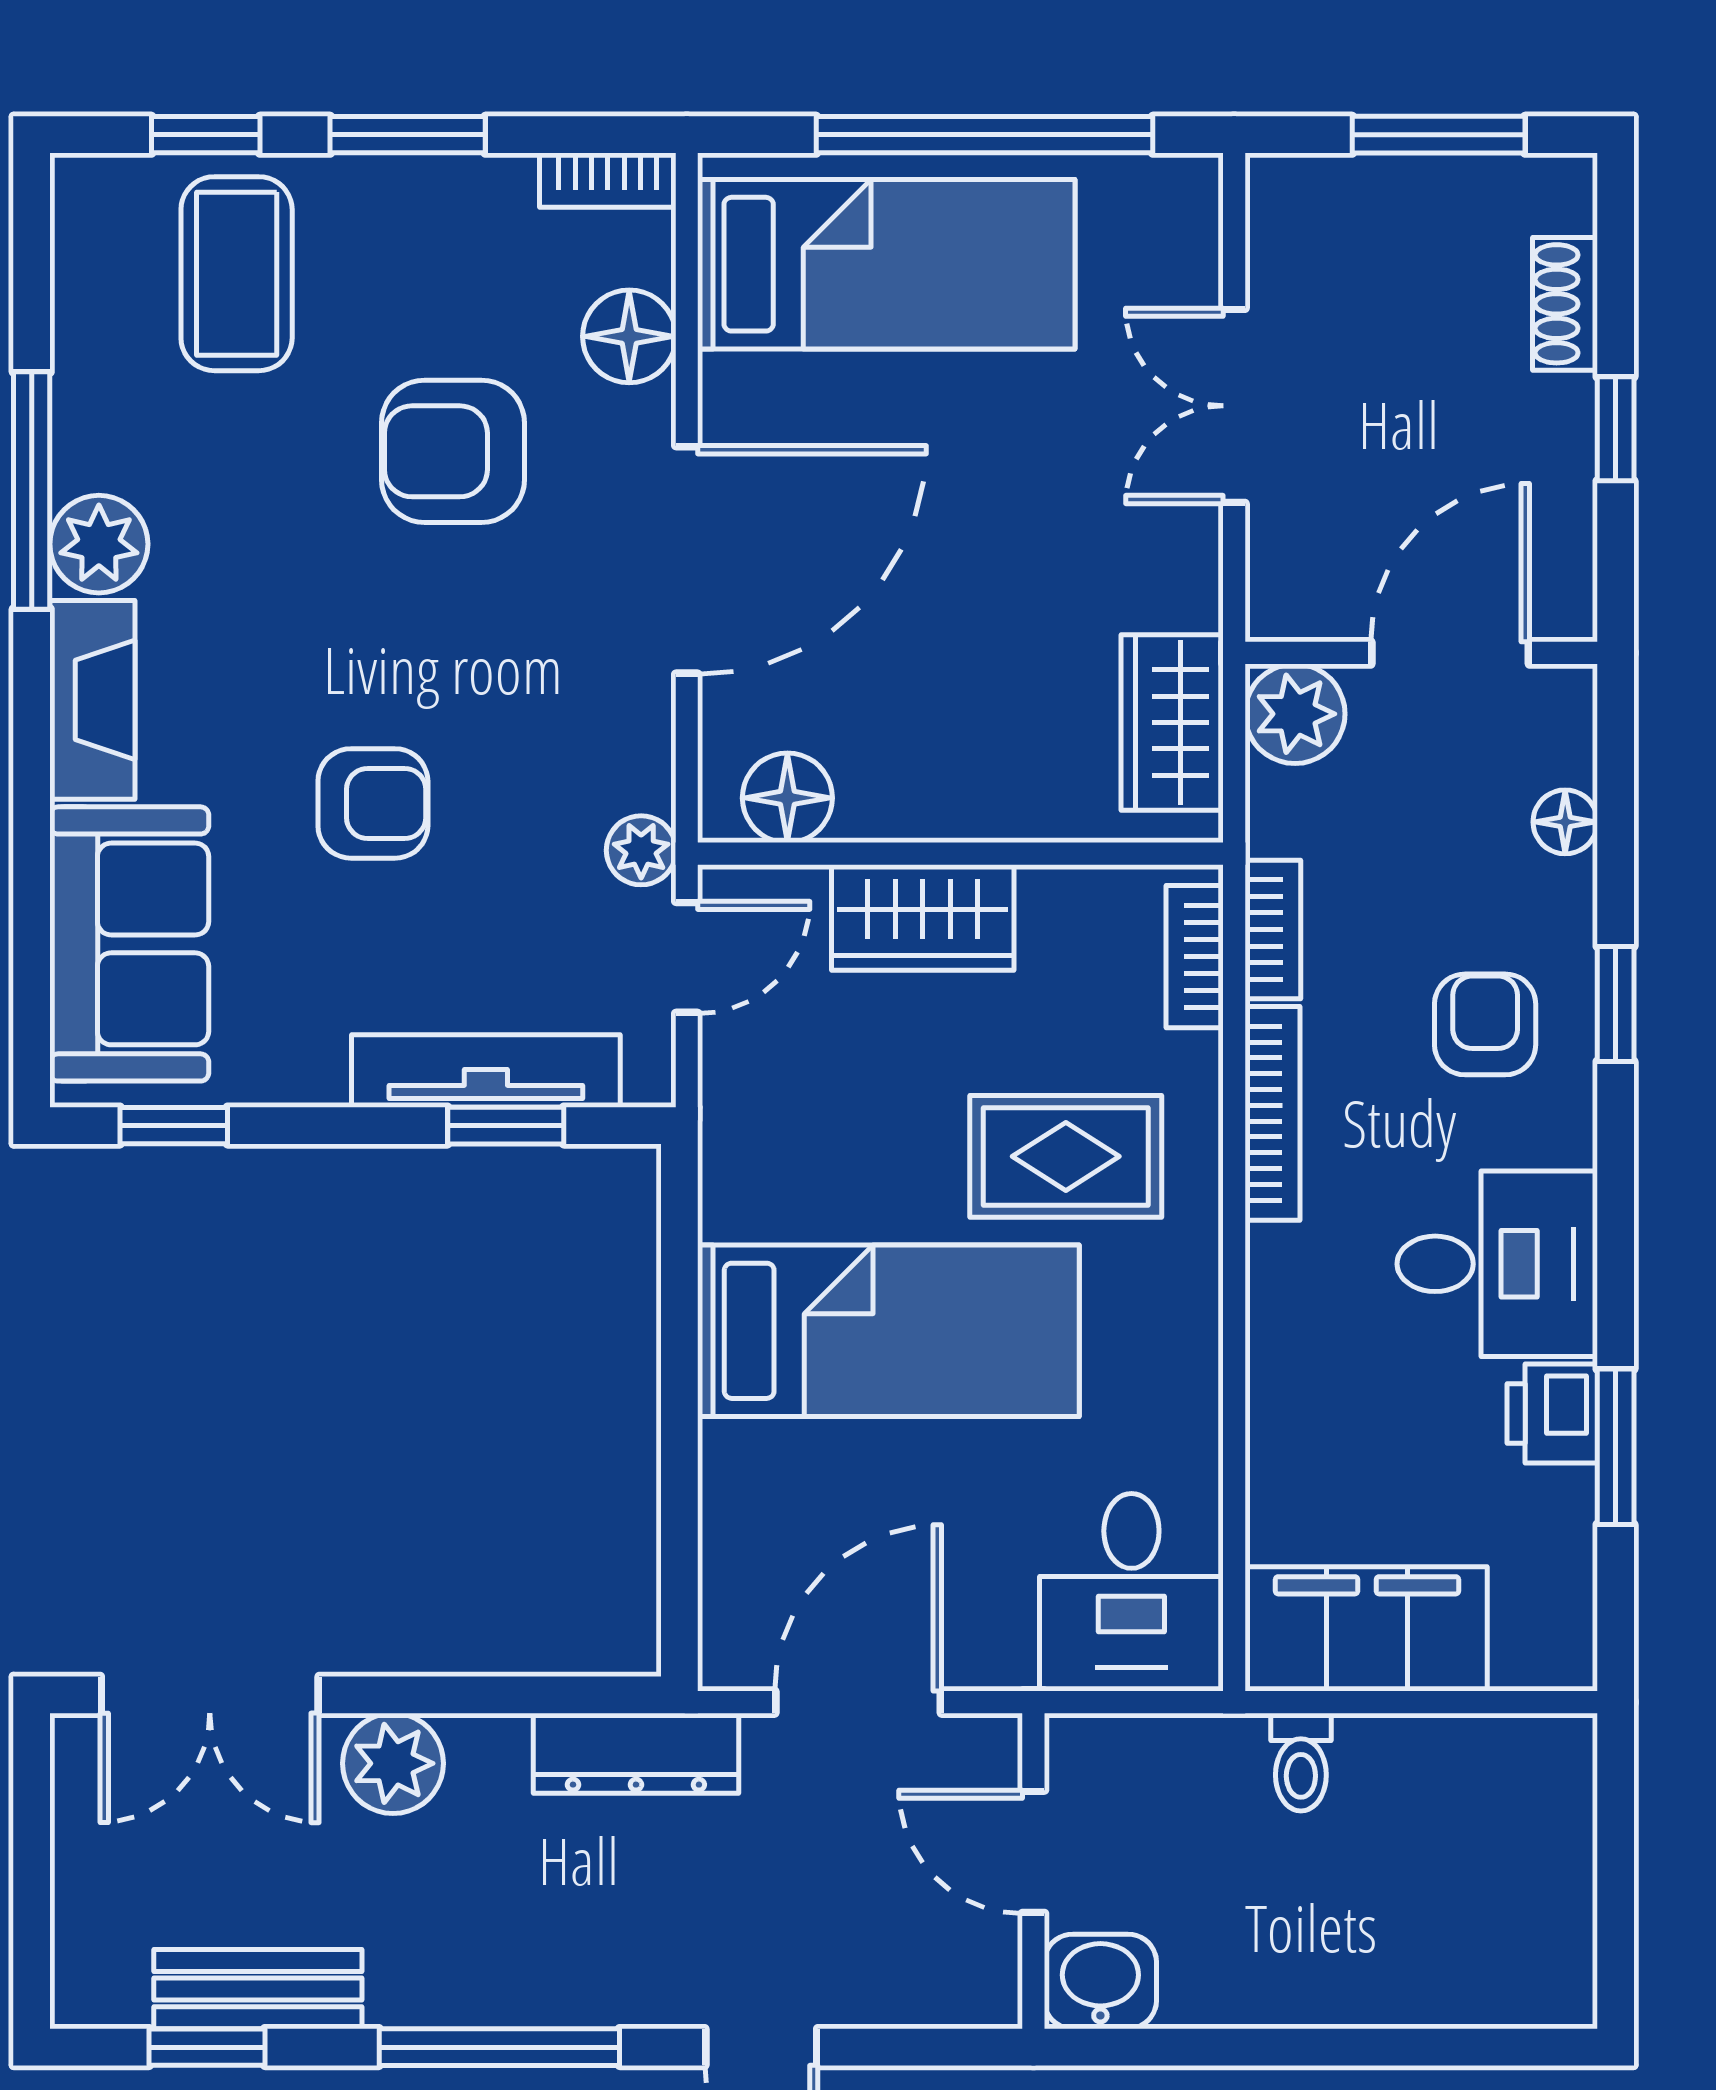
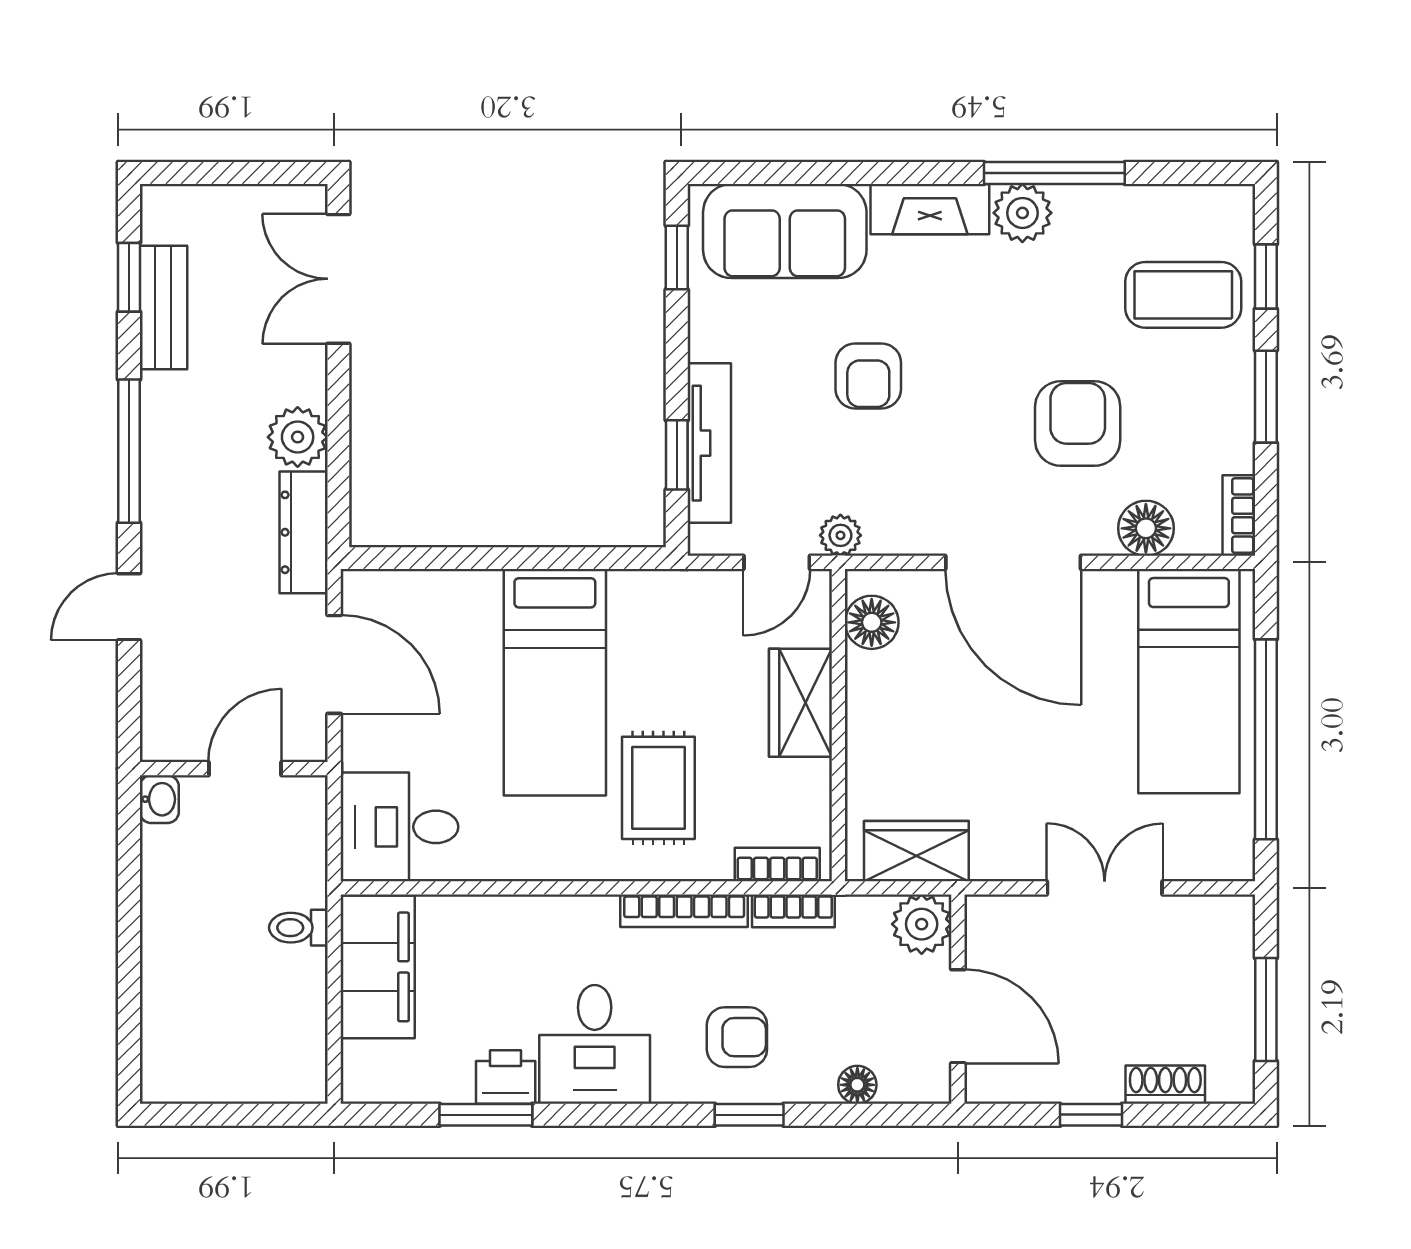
door: (687, 957) -> (777, 562), hinge flipped
plant: (393, 1763) -> (298, 437), moved
washbasin: (1100, 1981) -> (159, 799), width x0.72, depth x0.69

